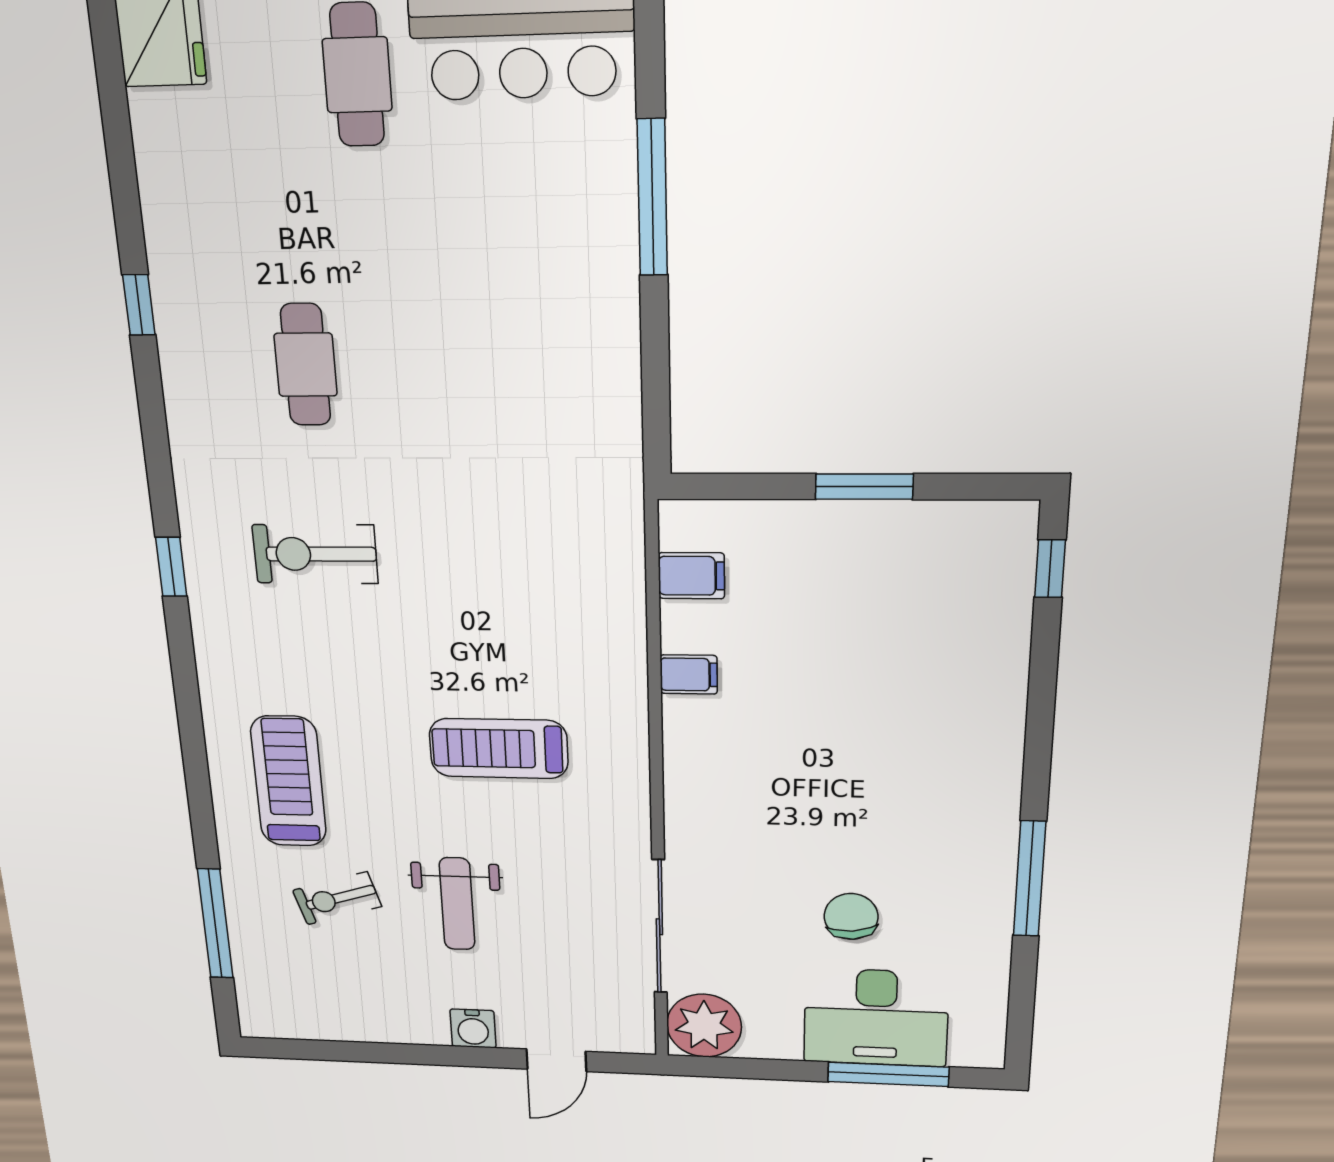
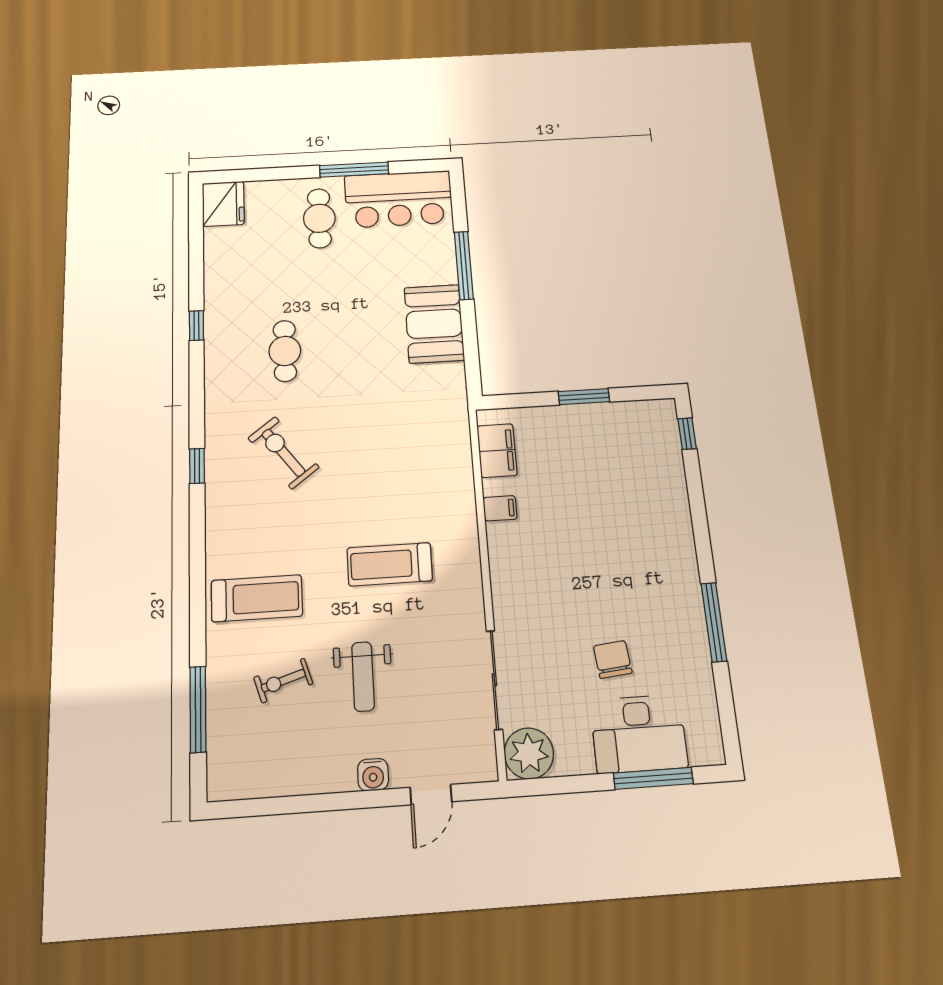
booth: (587, 324) -> (434, 324), added
exercise bike: (315, 554) -> (283, 453), turned 53
filing cabinet: (691, 576) -> (497, 451), width x2.00
treadmill: (288, 781) -> (257, 598), turned 90

